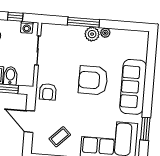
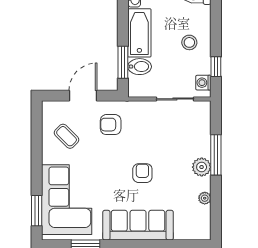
plant: (105, 33) -> (205, 198), moved
armchair: (93, 80) -> (142, 173), width x0.53, depth x0.53
armchair: (48, 92) -> (111, 125), moved

